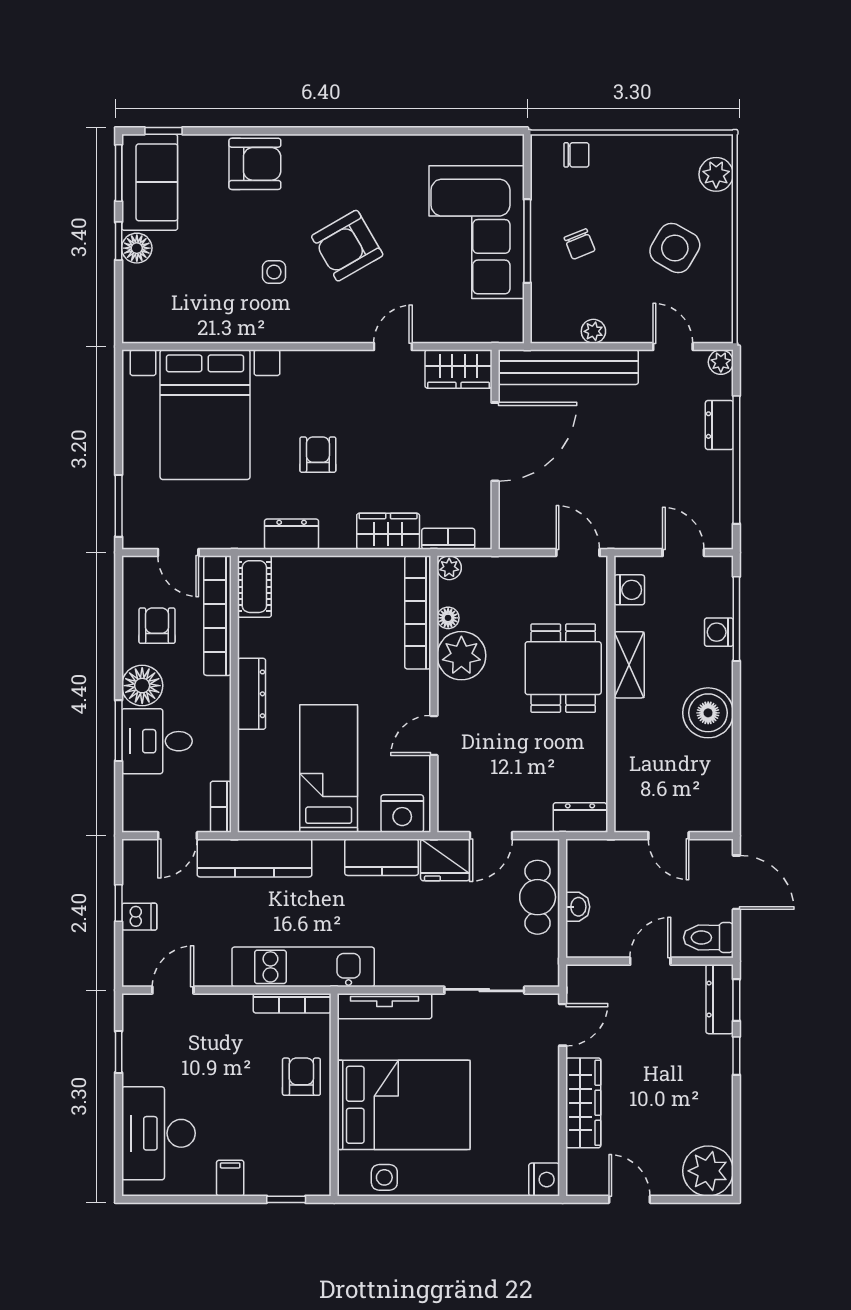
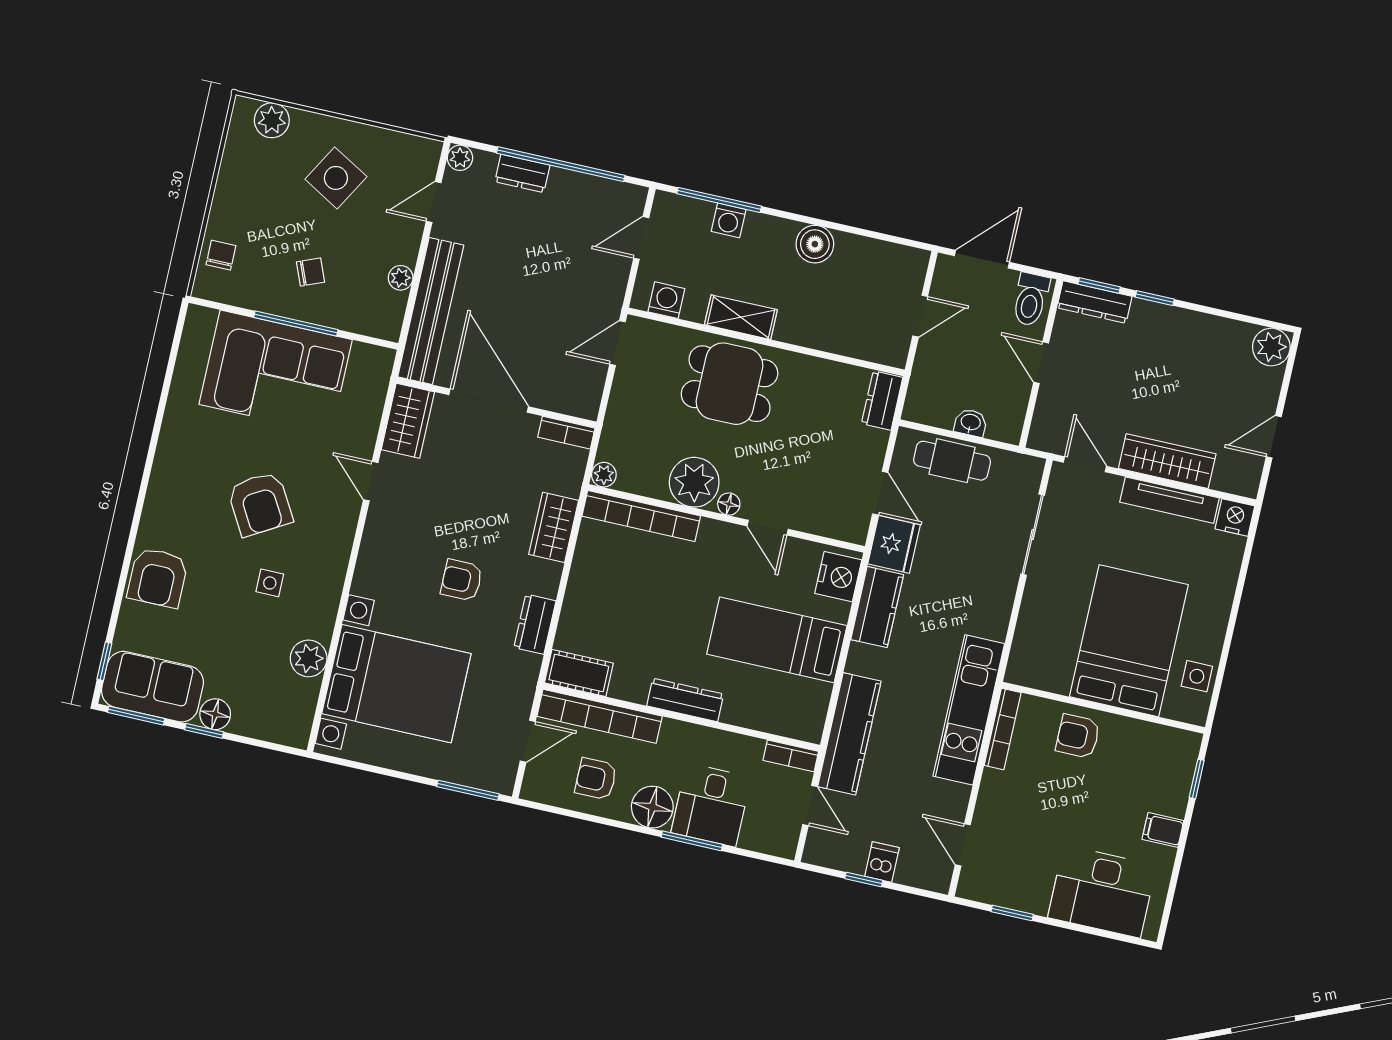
armchair: (255, 164) -> (158, 578), turned 180
plant: (210, 325) -> (309, 658), added
bookcase: (448, 539) -> (566, 433), moved, turned -90
floor lamp: (448, 618) -> (729, 504), moved
boiler: (708, 713) -> (815, 244), width x0.73, depth x0.73
tv unit: (385, 1006) -> (1169, 500), moved, turned 90
plant: (708, 1171) -> (1271, 347), width x0.73, depth x0.73

